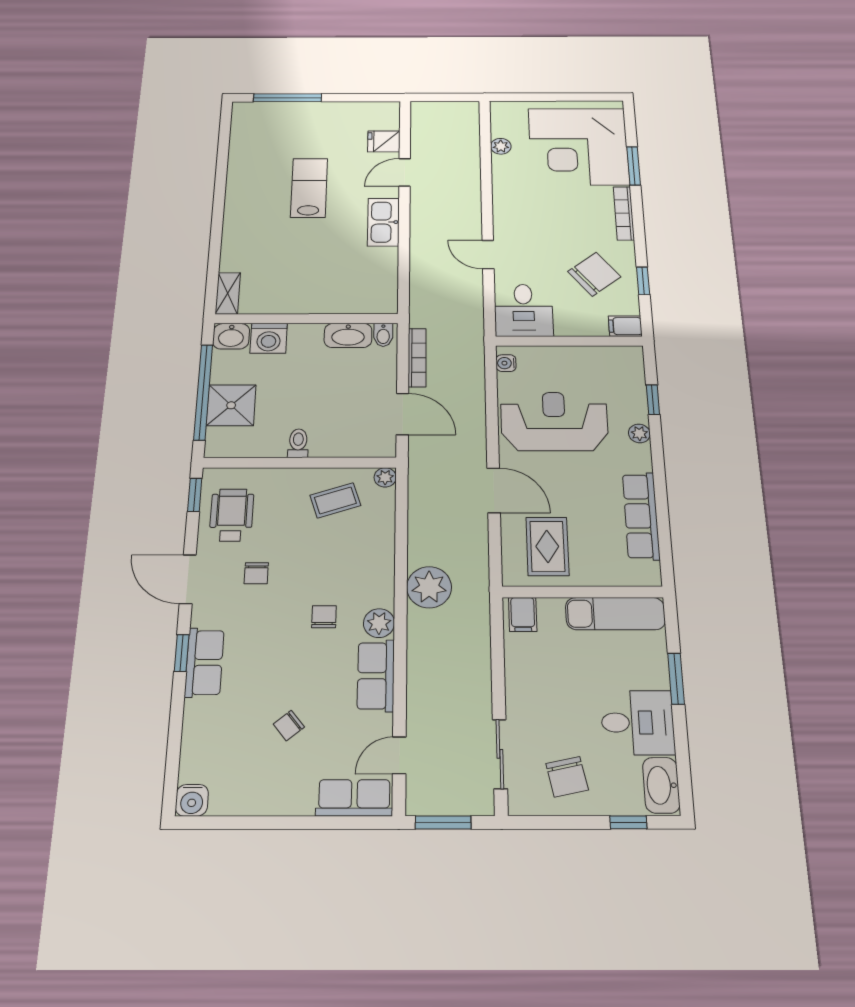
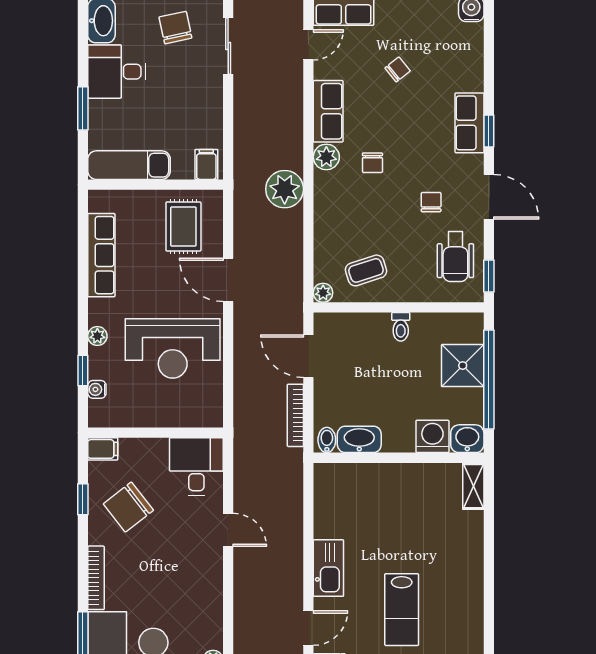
water cooler: (506, 363) -> (97, 389), moved, turned 180

